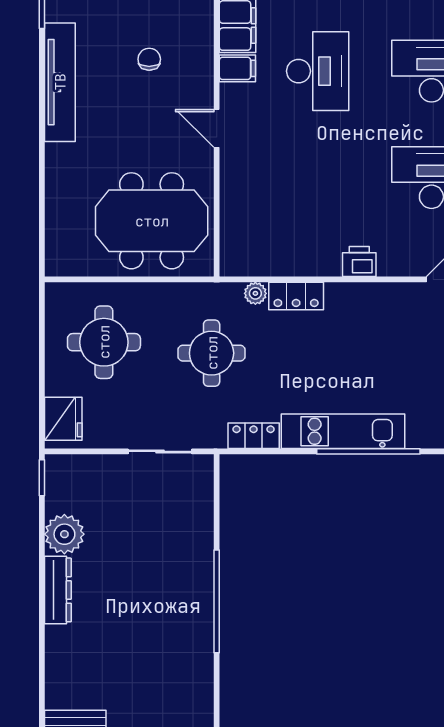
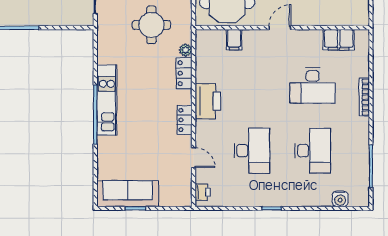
filing cabinet: (237, 68) -> (234, 40), moved
printer: (359, 262) -> (208, 101), width x1.87, depth x1.48
locker: (254, 436) -> (185, 120), moved, turned 180

